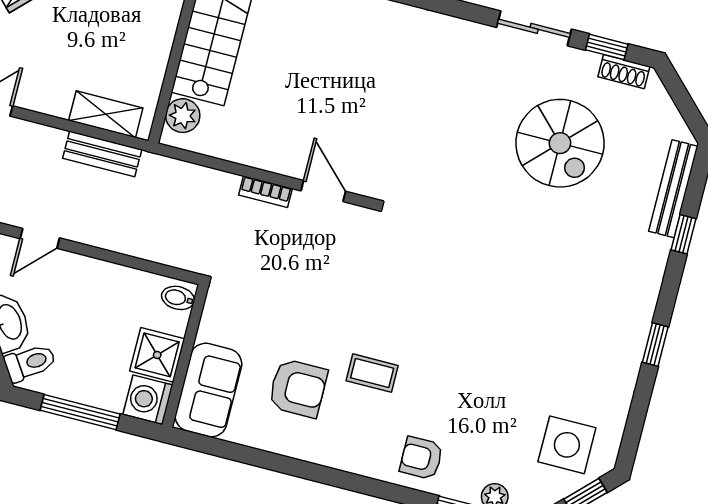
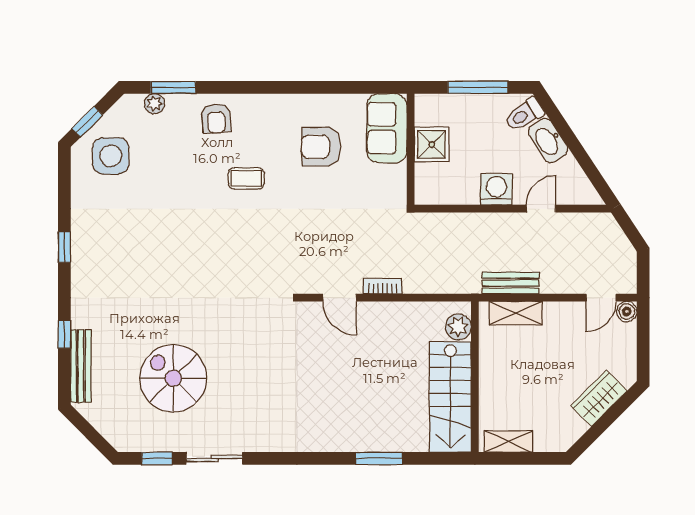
shoe rack: (624, 72) -> (140, 443), removed
bidet: (178, 298) -> (427, 191), removed
coffee table: (372, 373) -> (246, 178), moved
washing machine: (148, 400) -> (497, 189), moved, turned -90
armchair: (421, 458) -> (216, 118), turned 86

